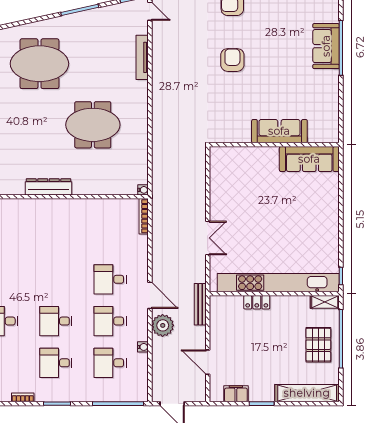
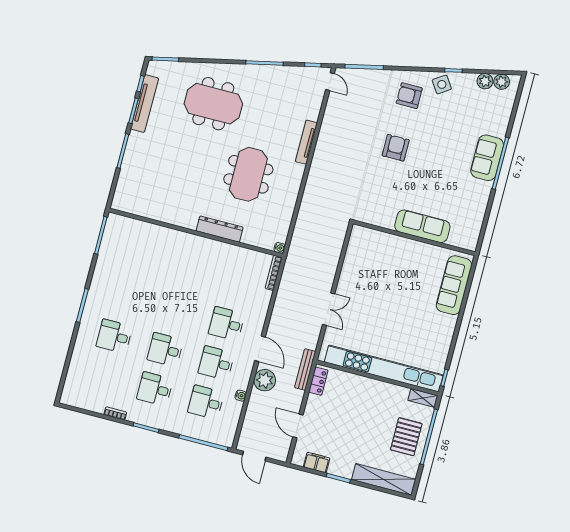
tv unit: (142, 57) -> (306, 142), moved
meeting table: (93, 125) -> (248, 174), turned 90
sofa: (309, 159) -> (454, 285), moved, turned 90
dresser: (48, 187) -> (220, 229), moved
locker: (257, 302) -> (318, 381), moved, turned -90

